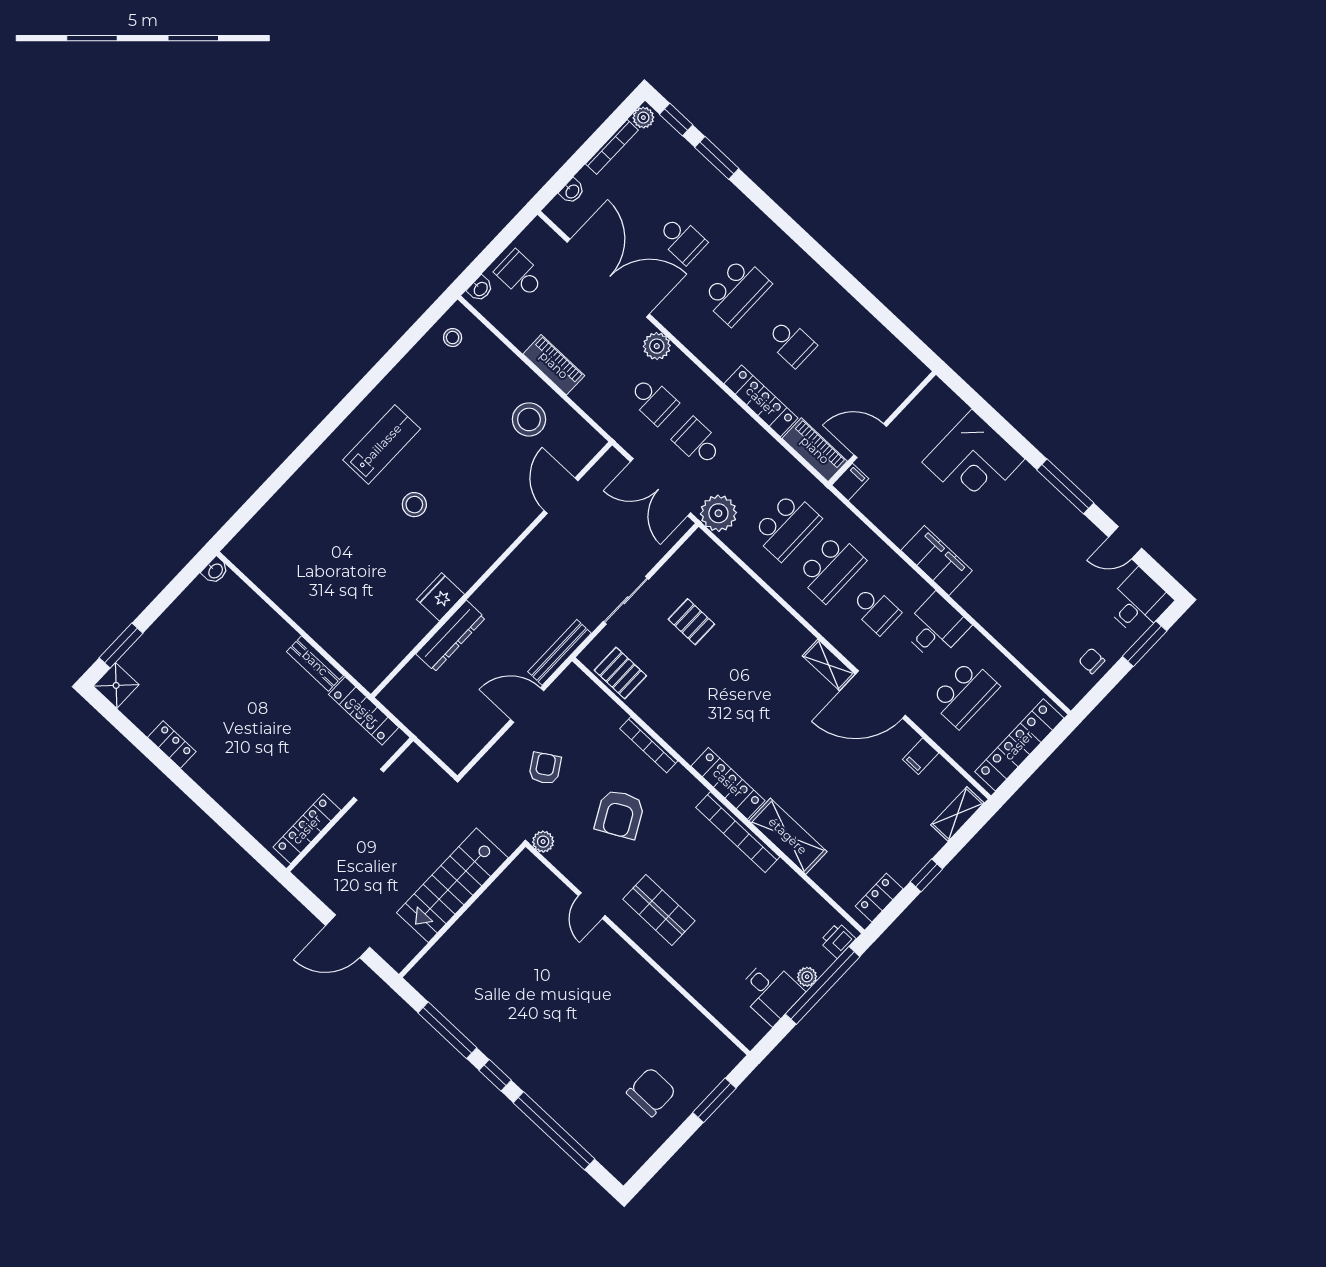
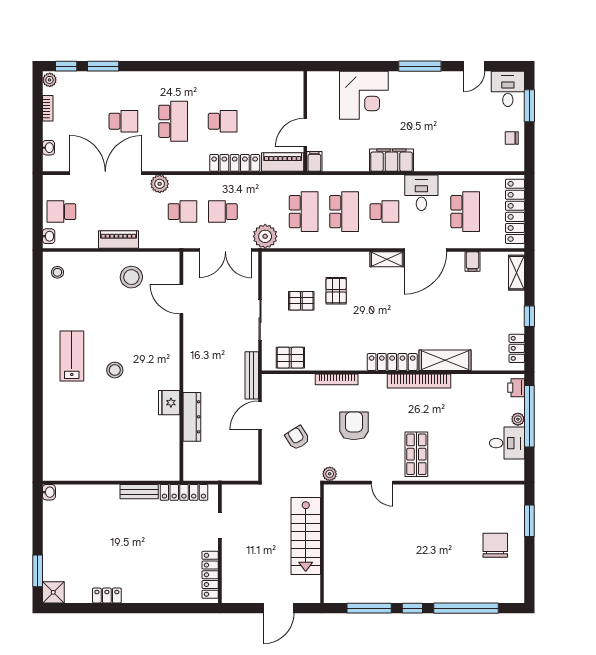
bookcase: (612, 147) -> (48, 108), width x0.64
pallet: (740, 647) -> (336, 291), added
armchair: (620, 814) -> (354, 426), turned -152
shop shelf: (659, 910) -> (416, 454), turned 90

